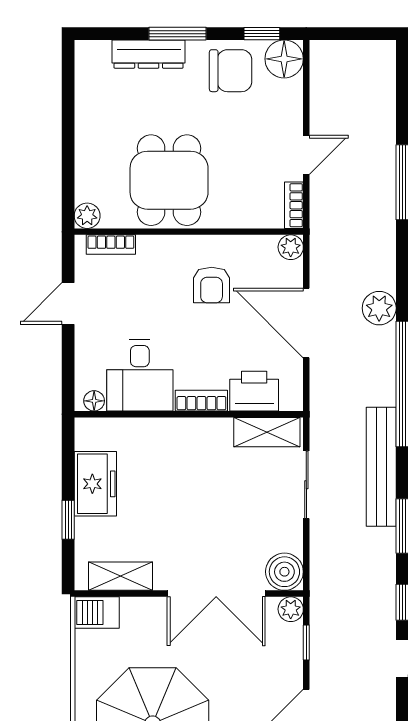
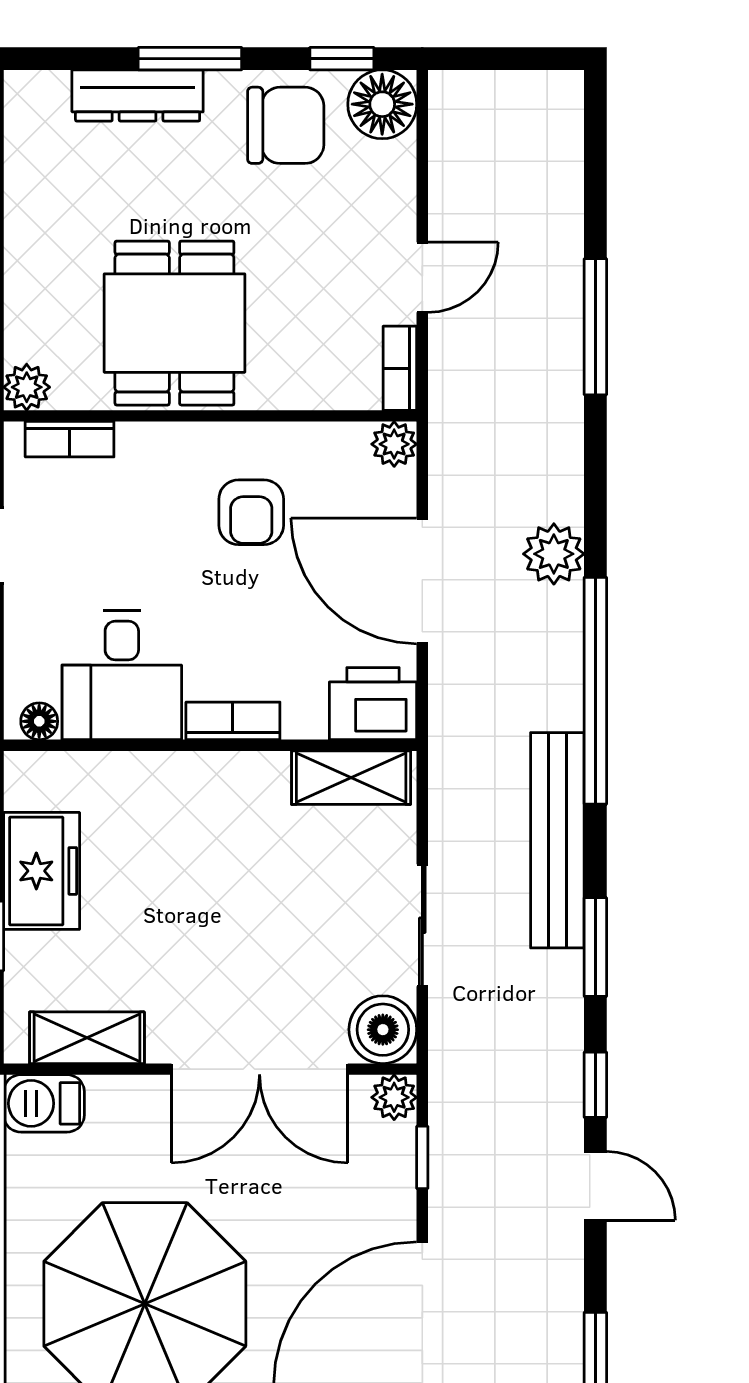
printer: (254, 391) -> (373, 704), moved
sliding door: (306, 485) -> (422, 925), moved

